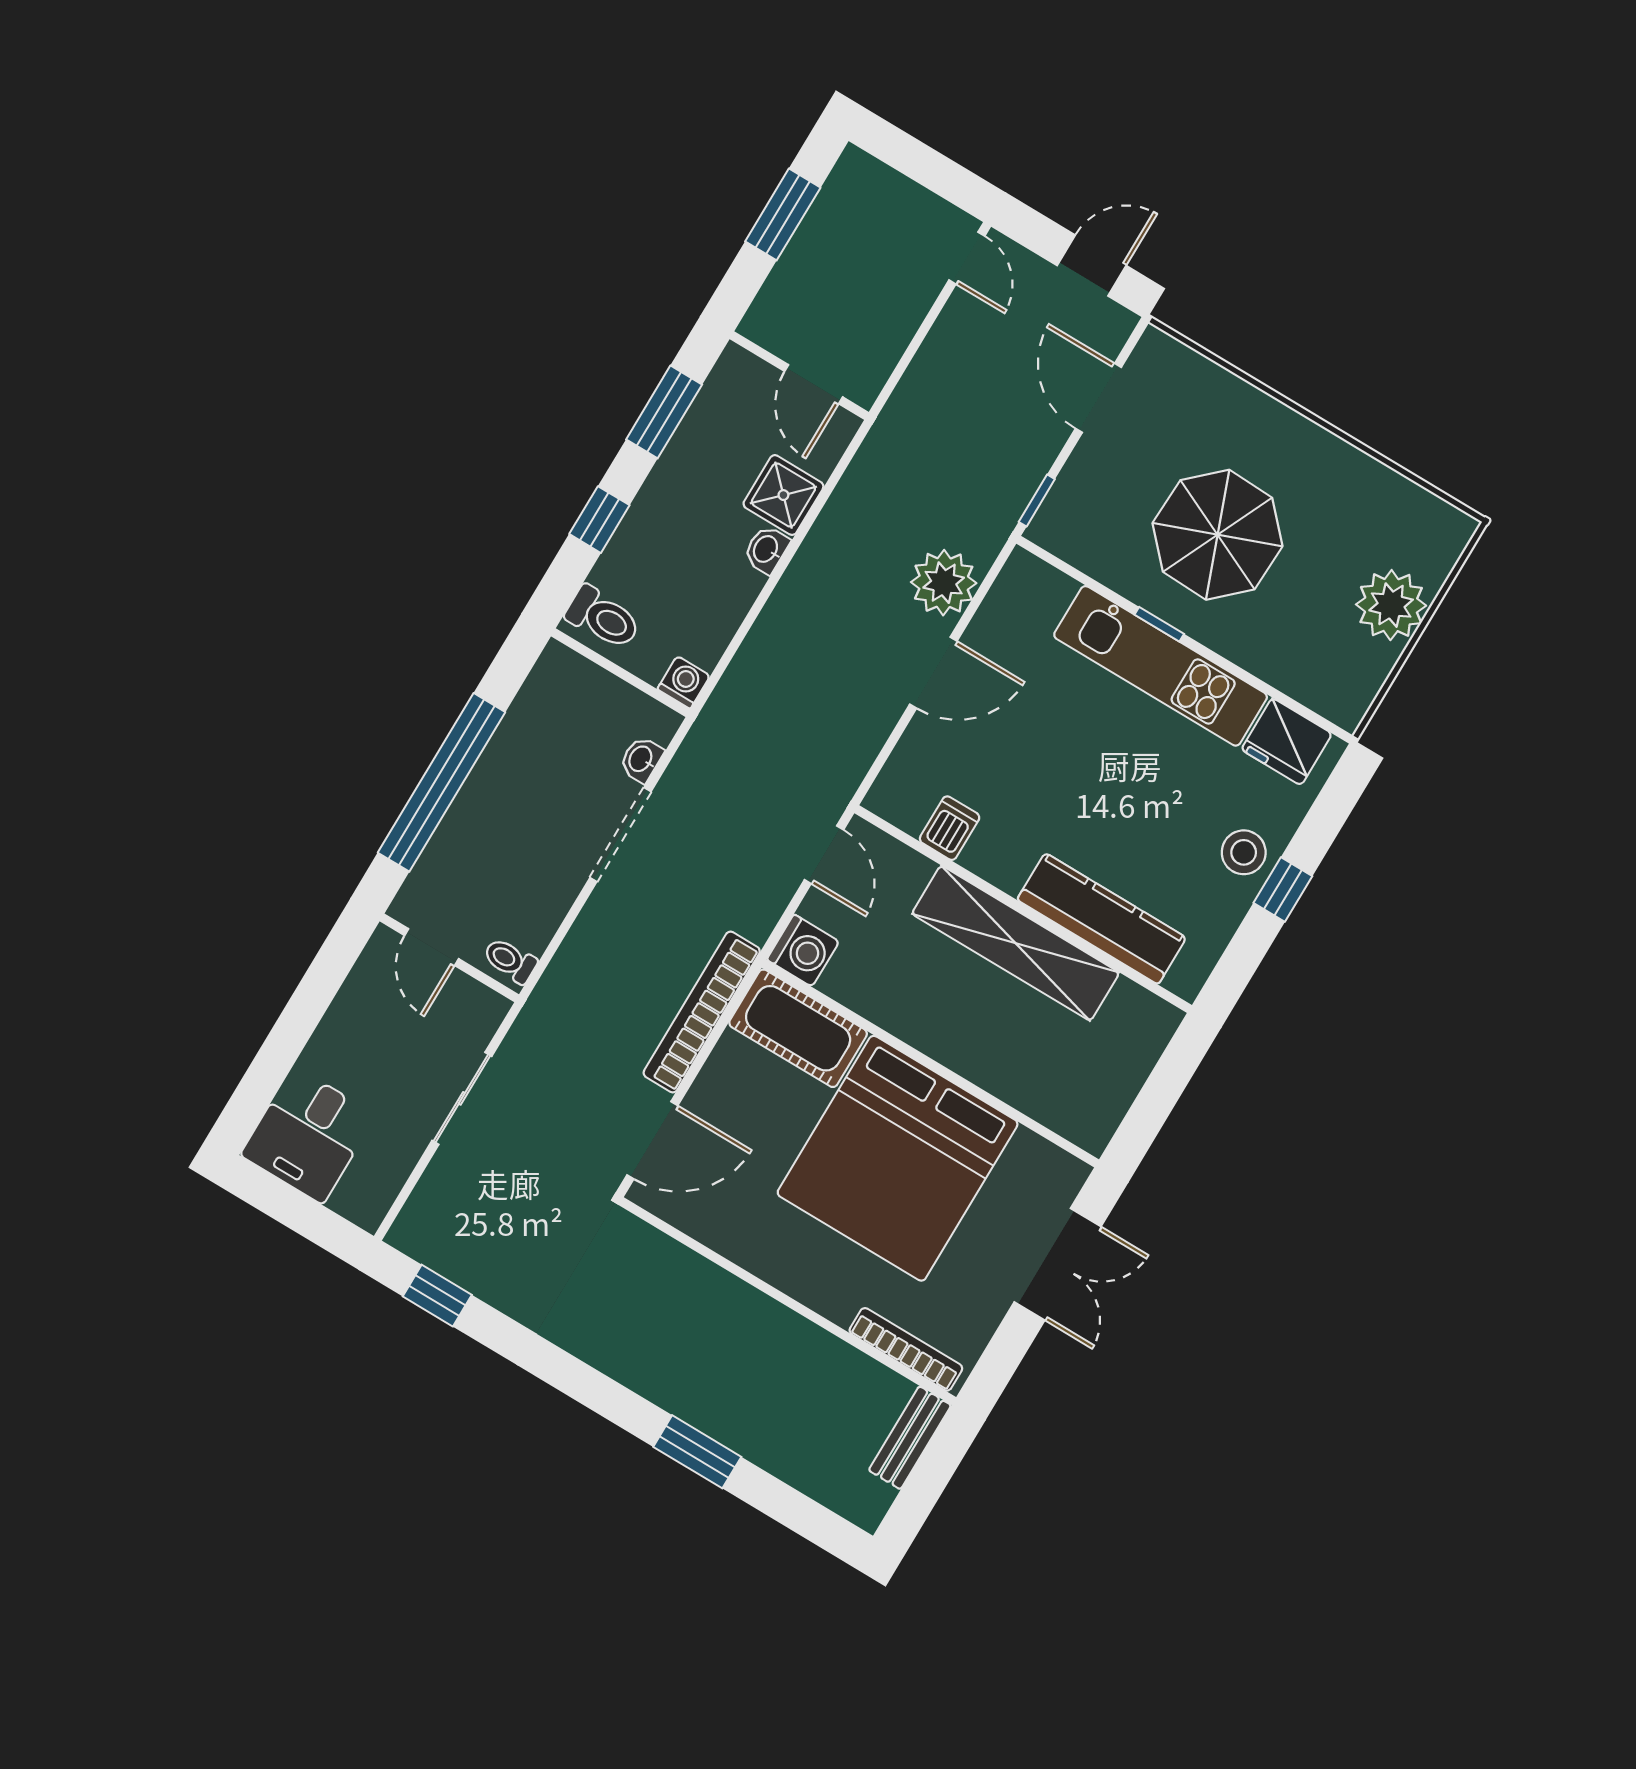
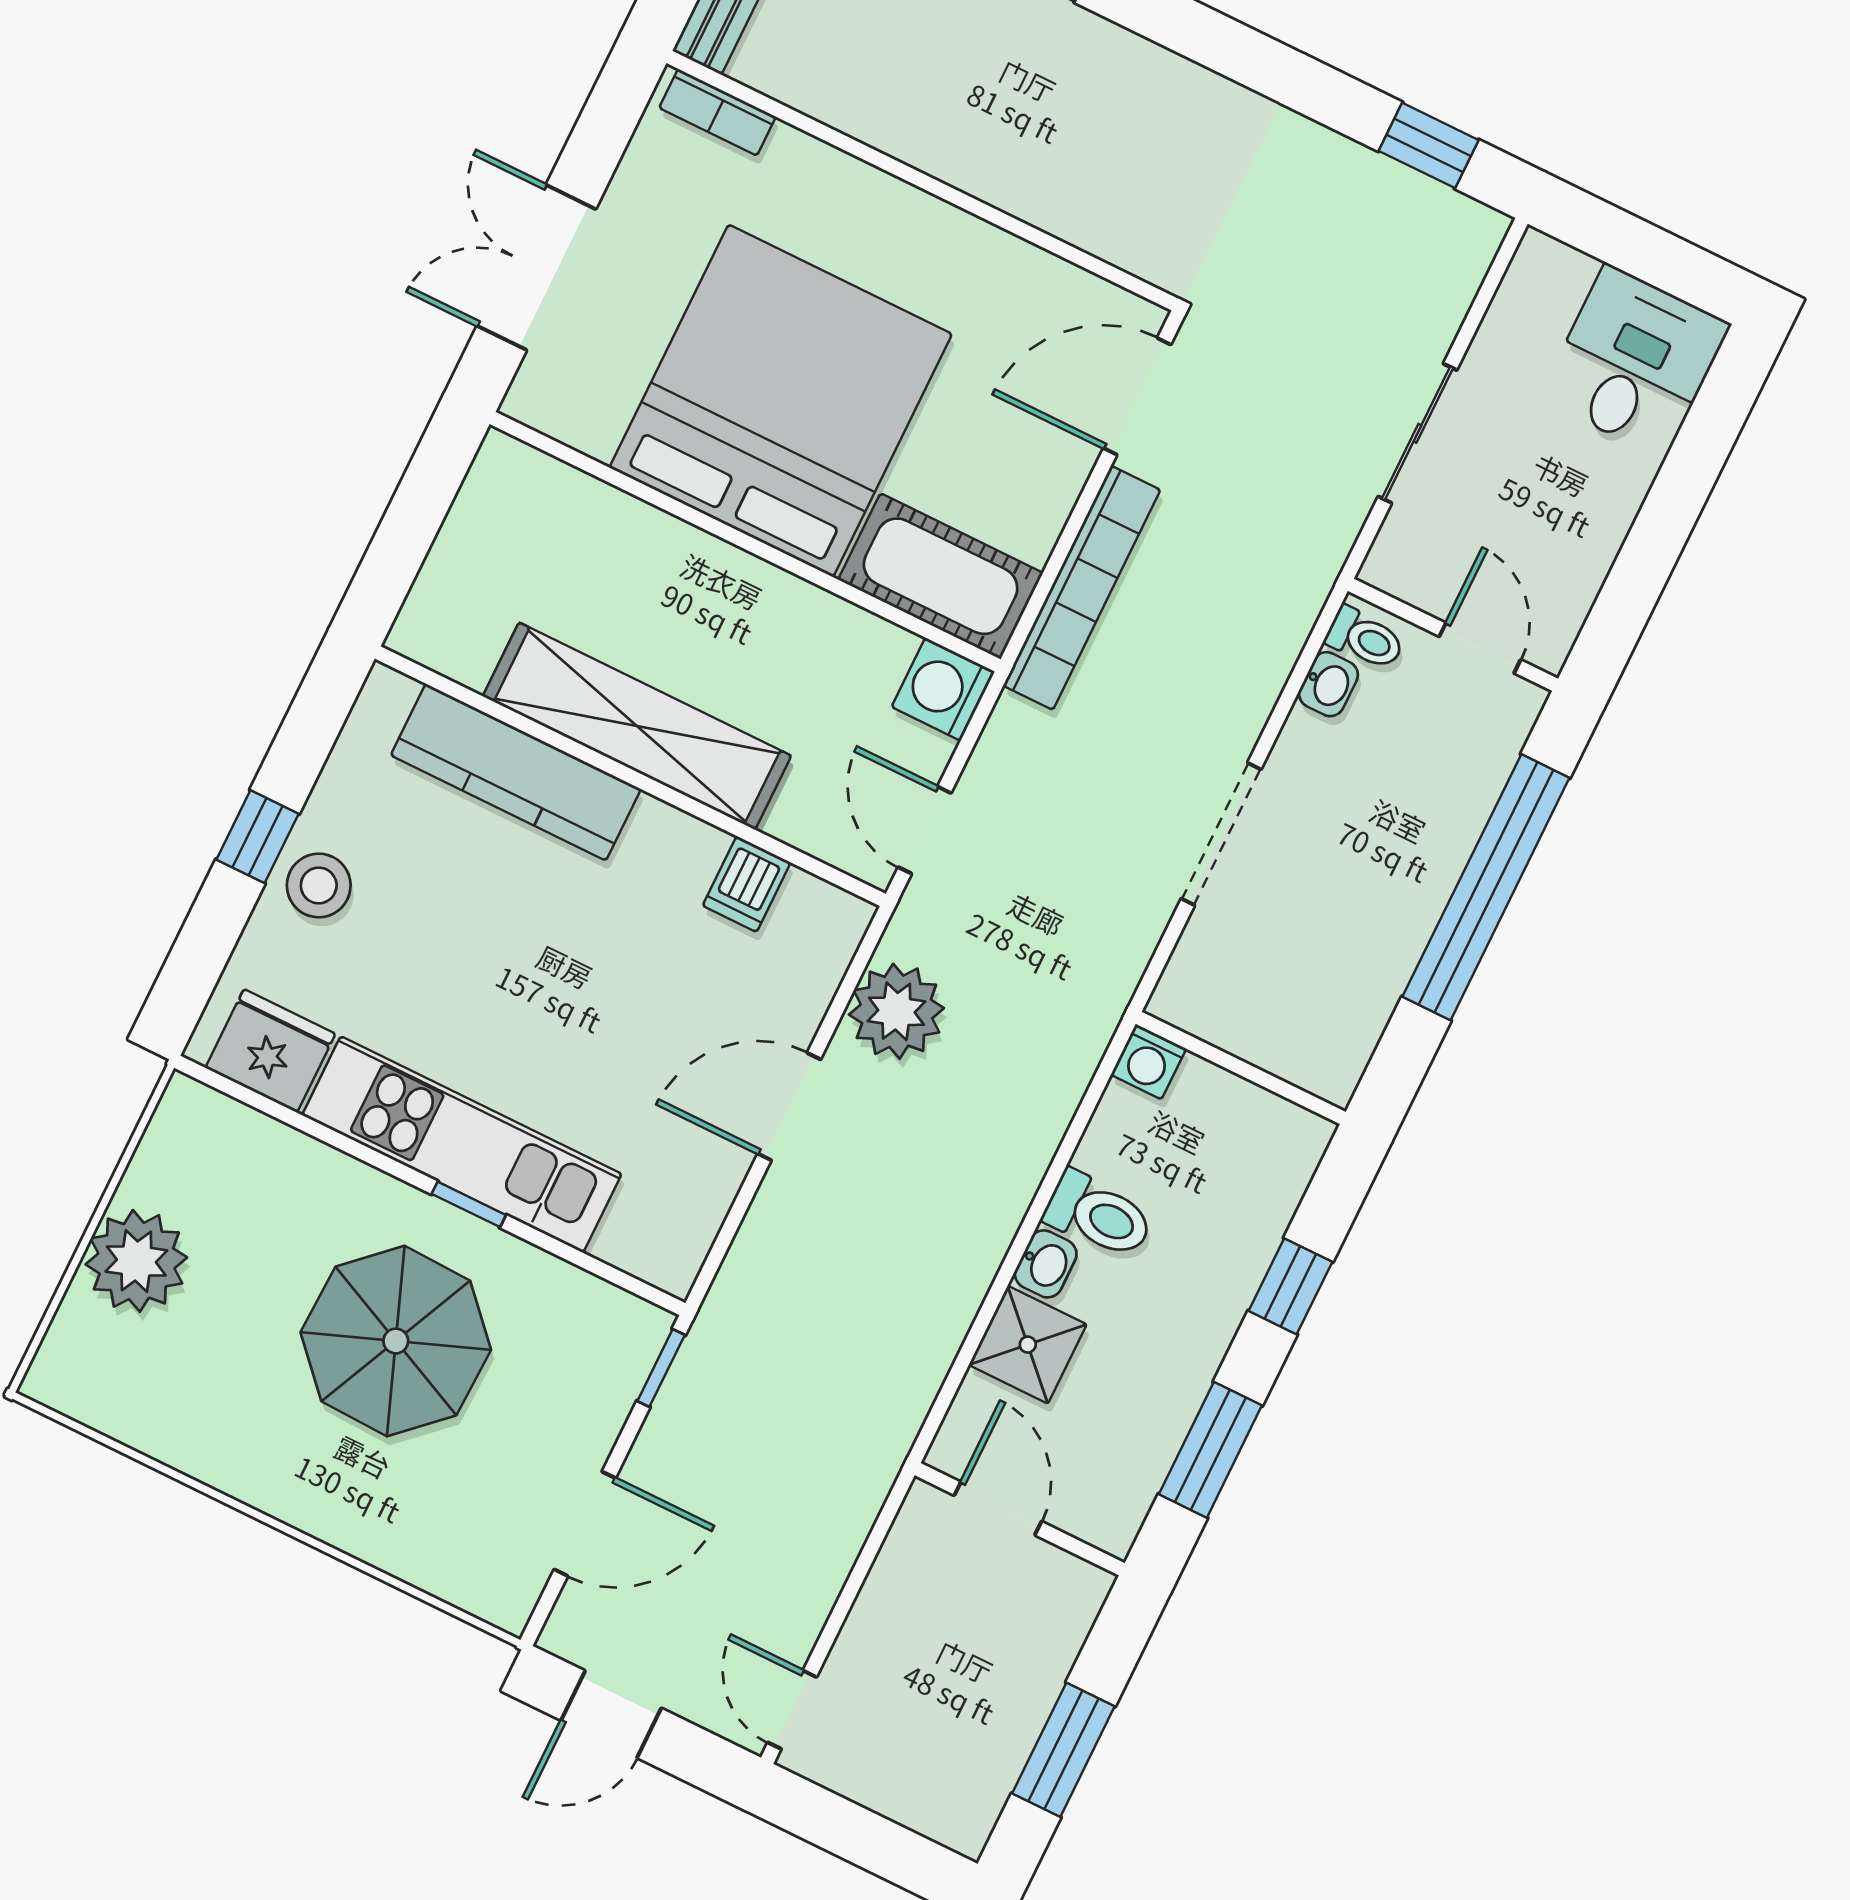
door: (1098, 398) -> (585, 1524), hinge flipped
plant: (944, 583) -> (896, 1011), moved
toilet: (603, 618) -> (1099, 1215), moved, turned 180
washbasin: (641, 759) -> (1328, 684), moved
bookcase: (906, 1349) -> (717, 112), width x0.64

